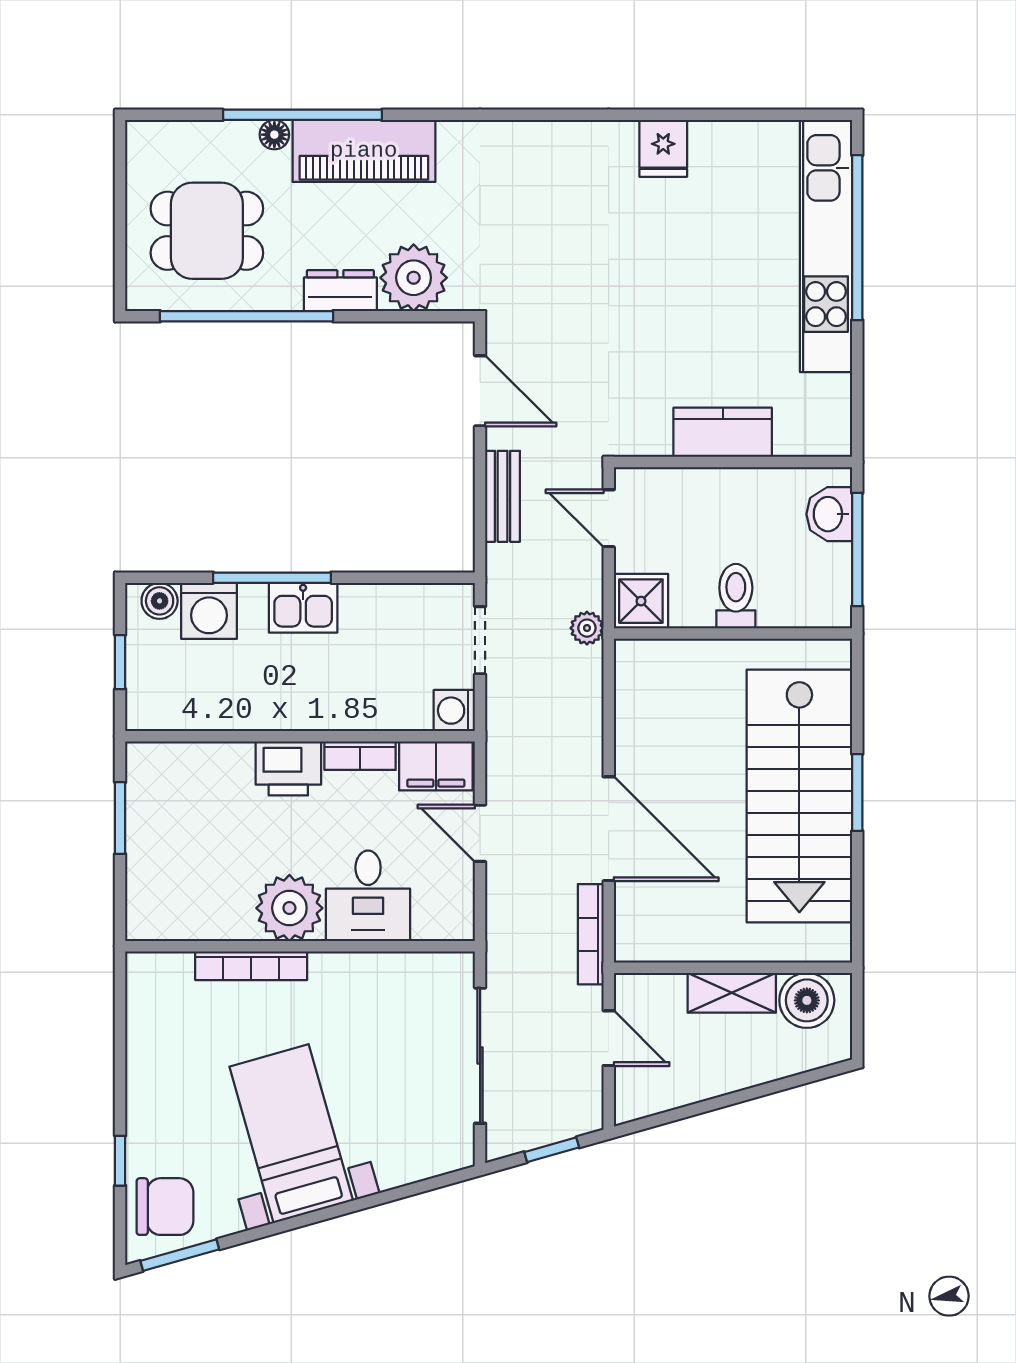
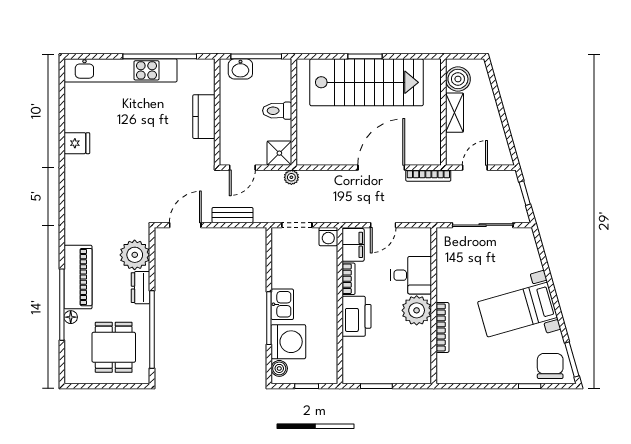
window: (857, 238) -> (160, 56), moved
washing machine: (209, 611) -> (288, 342), width x1.37, depth x1.37
printer: (288, 768) -> (357, 316), width x1.37, depth x1.19

